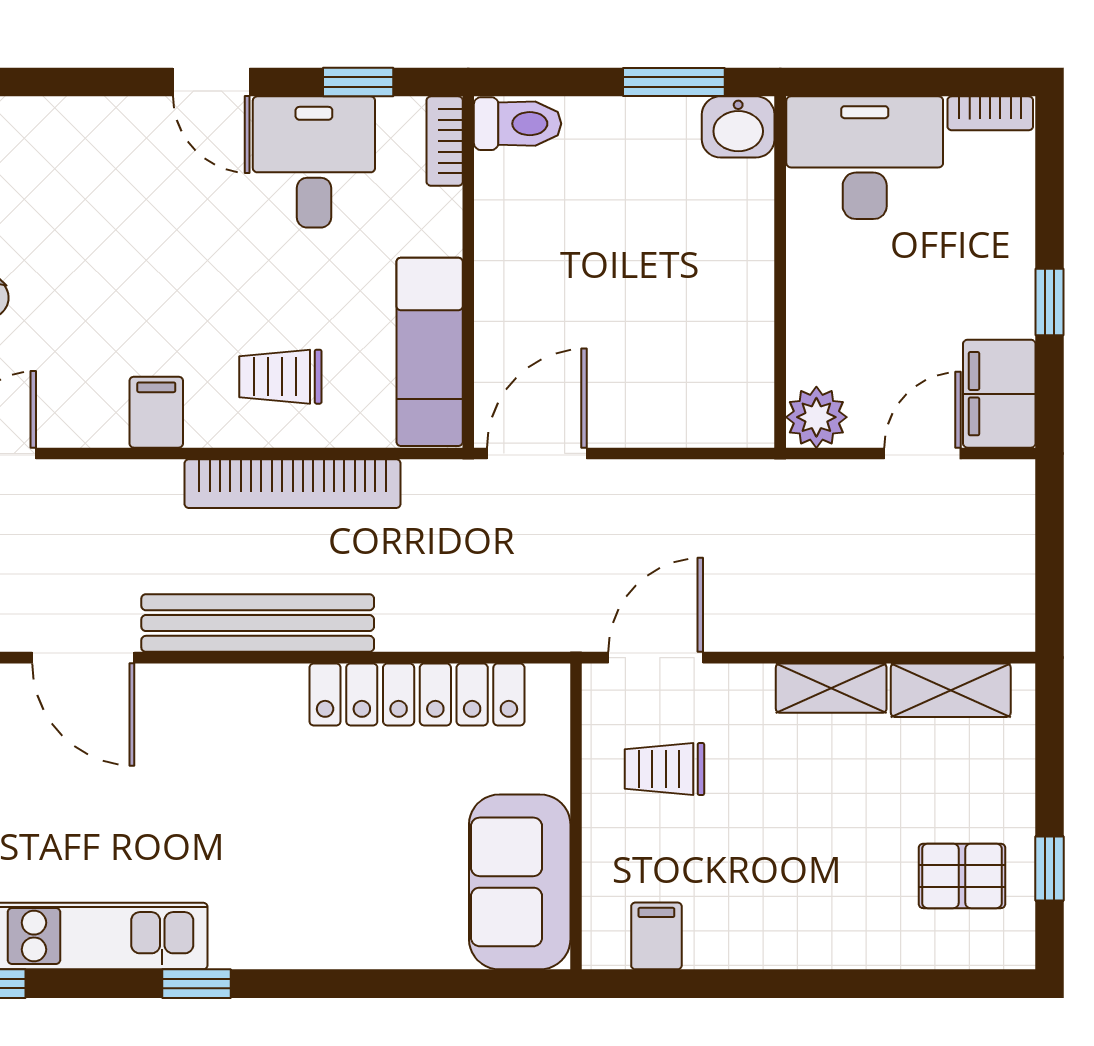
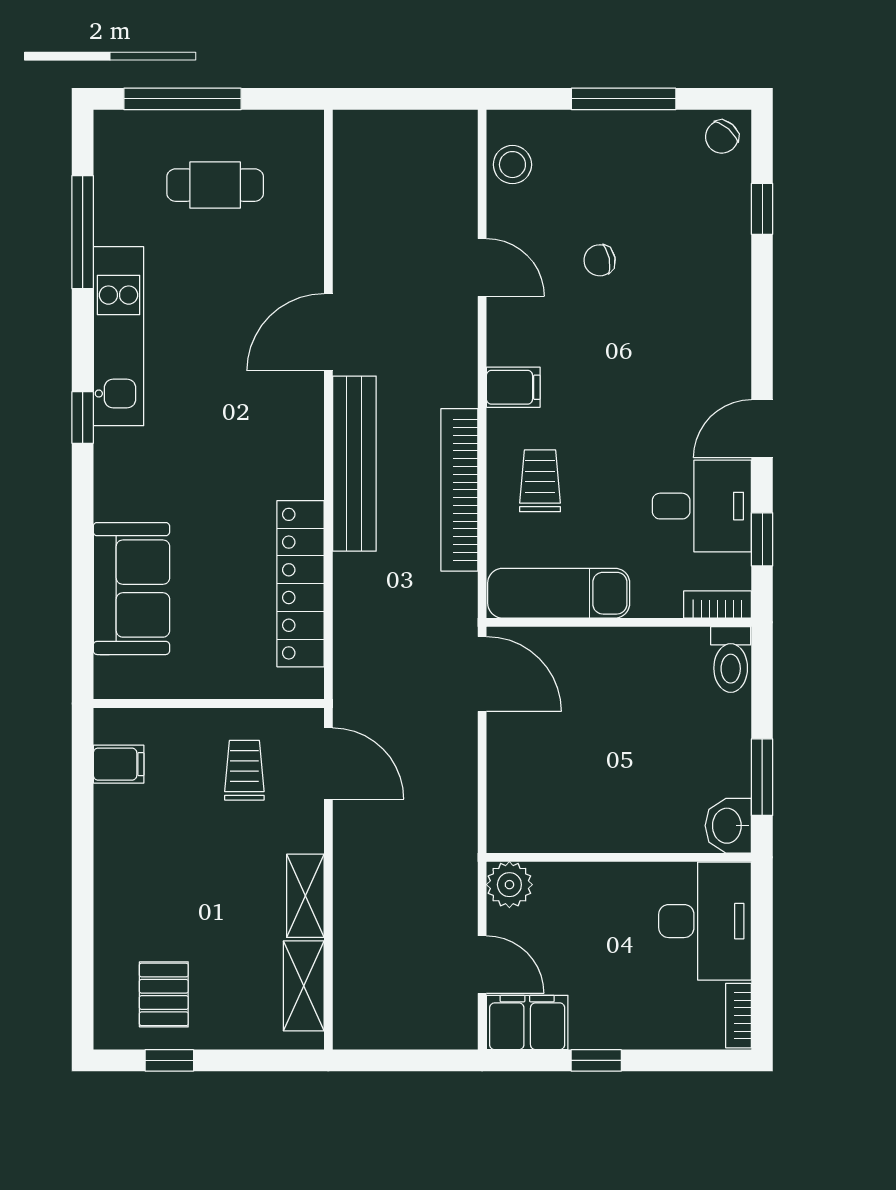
sofa: (520, 882) -> (131, 589), moved, turned 90

